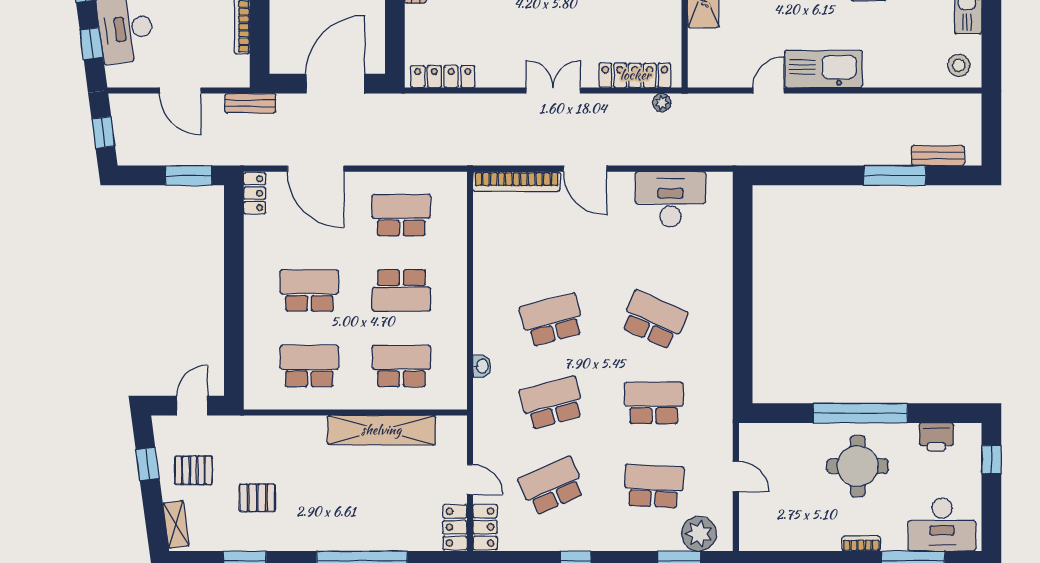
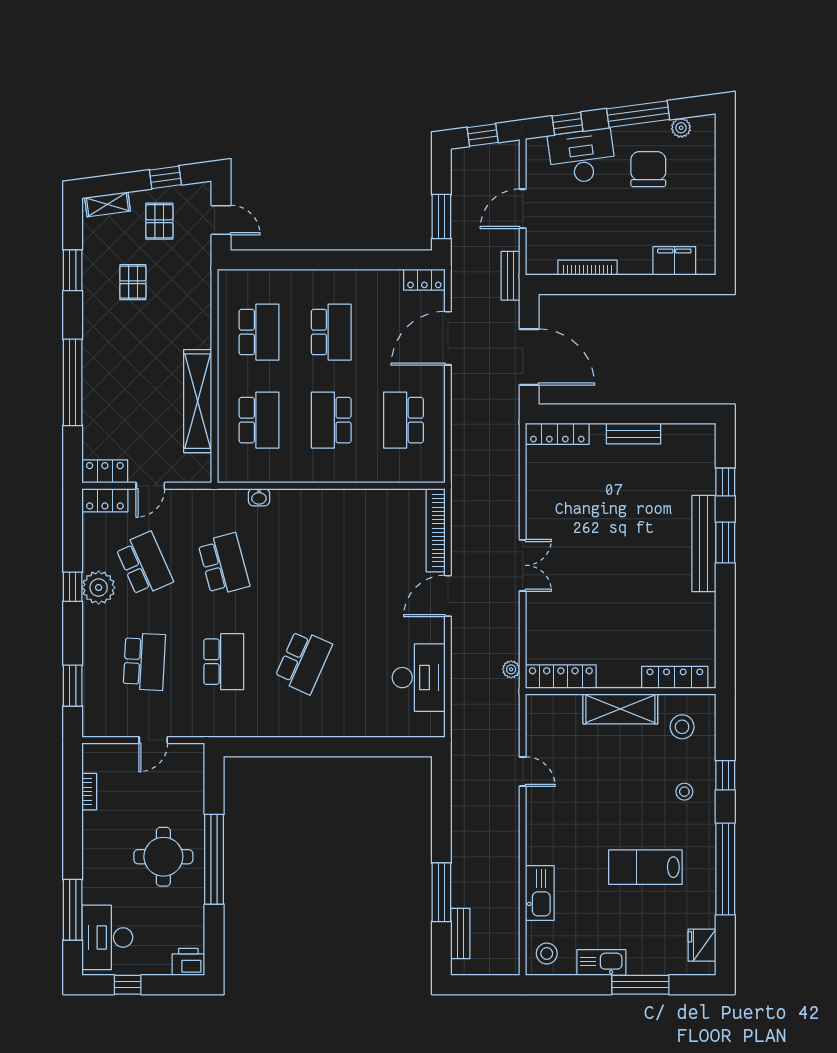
kitchen sink: (824, 69) -> (540, 893), moved, width x0.73, depth x0.81
locker: (635, 75) -> (561, 677), moved, turned -90
locker: (443, 77) -> (557, 434), moved, turned 90
school desk: (401, 215) -> (403, 420), turned 180
school desk: (552, 320) -> (303, 564), removed
printer: (936, 437) -> (188, 962), moved, turned 90
window: (991, 459) -> (128, 985), moved
plant: (699, 534) -> (99, 588), moved
bookcase: (861, 543) -> (89, 792), moved

